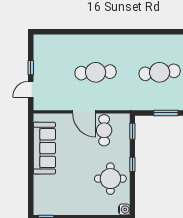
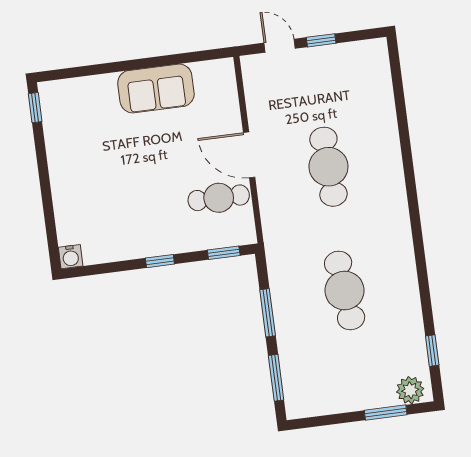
door: (84, 112) -> (249, 155), hinge flipped
sofa: (44, 148) -> (156, 88), width x0.73
round table: (110, 179) -> (127, 222), removed

